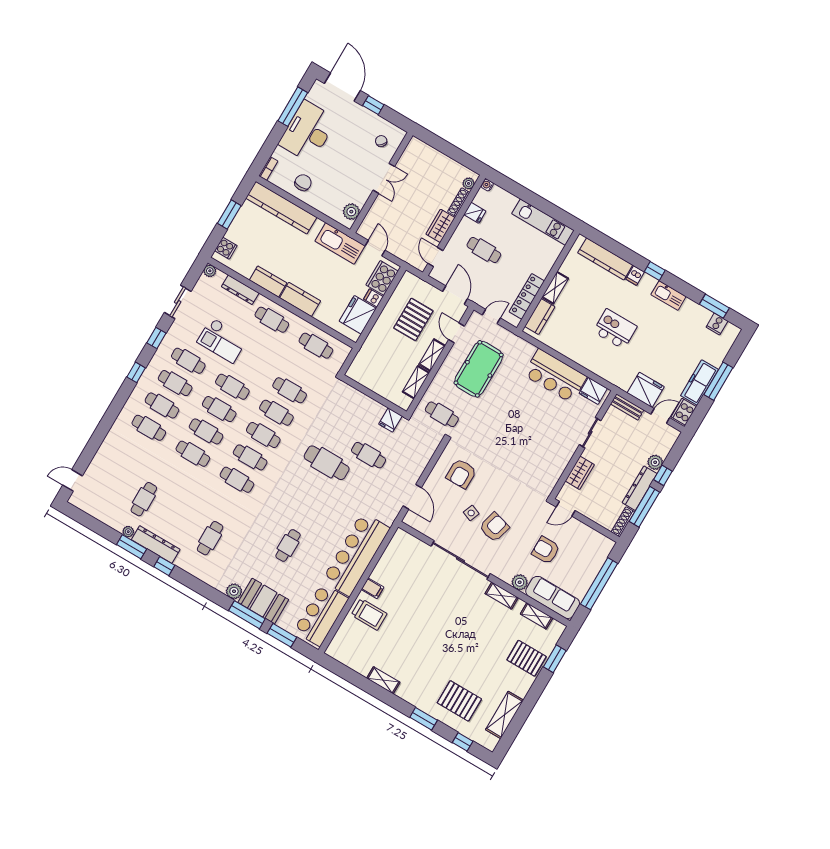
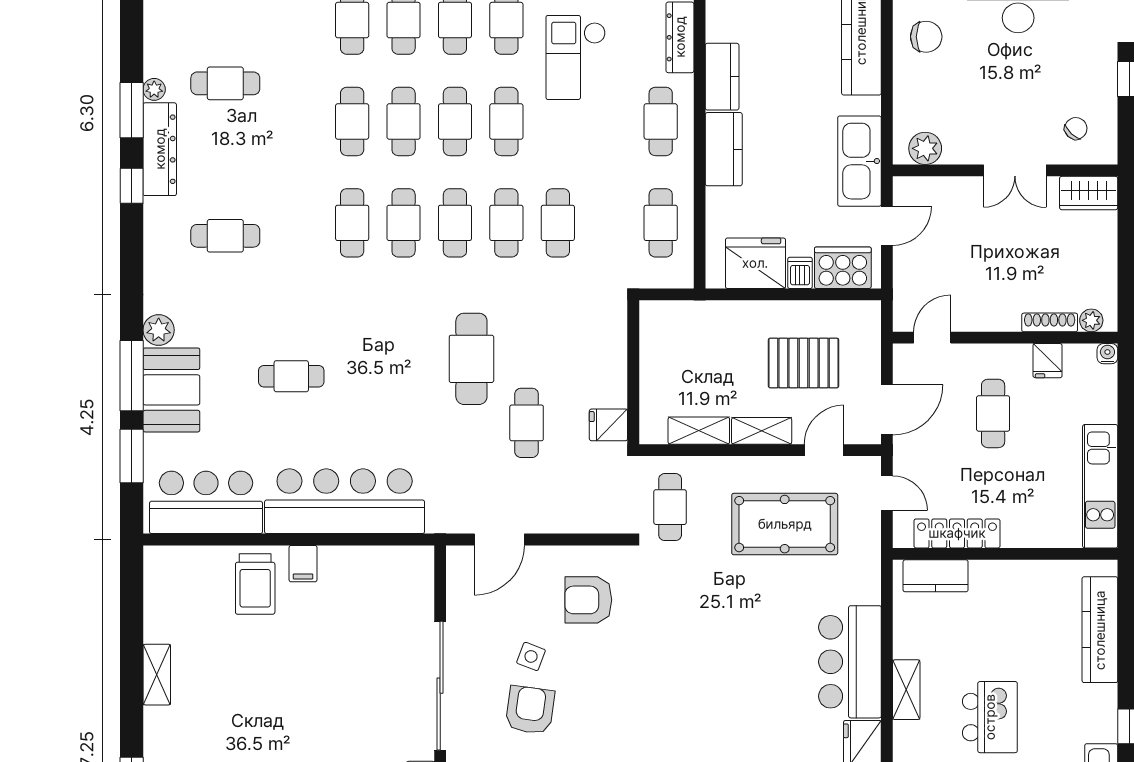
wardrobe: (440, 226) -> (1089, 193), moved, turned 180
dishwasher: (635, 275) -> (1102, 697), removed
shelving: (555, 288) -> (906, 690), moved, turned 90
armchair: (494, 527) -> (530, 710), turned -97

